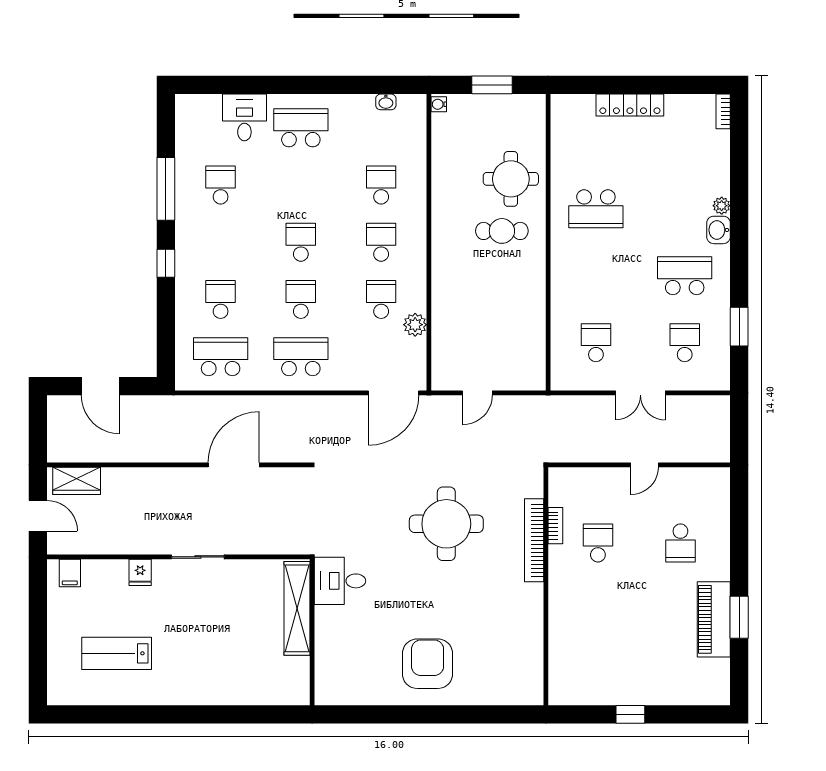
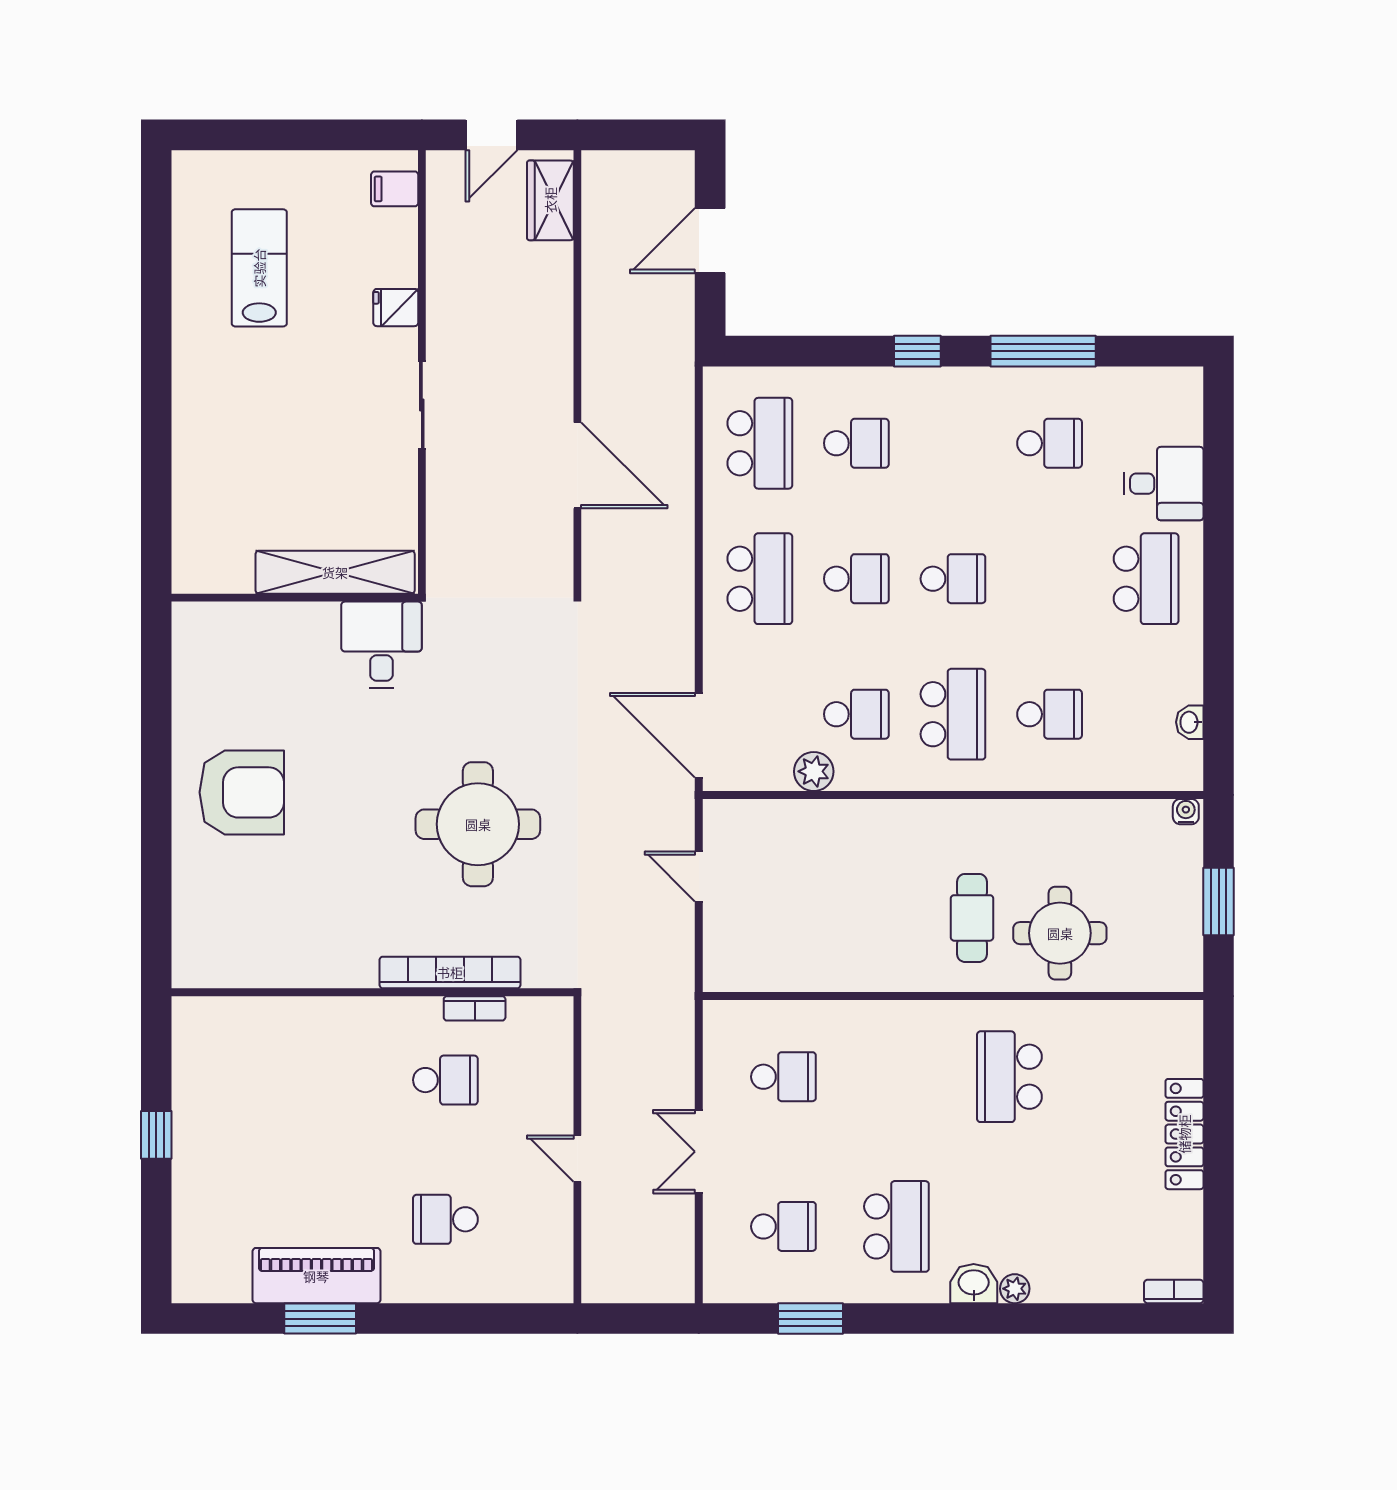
school desk: (381, 242) -> (953, 714), width x1.85

